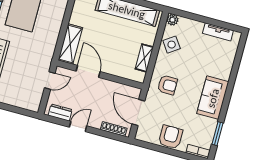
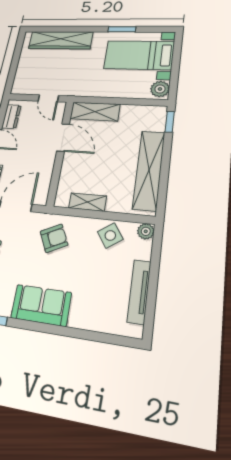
tv unit: (218, 32) -> (139, 292), width x1.41
door: (88, 71) -> (63, 138), hinge flipped
armchair: (167, 85) -> (54, 238), turned -116

